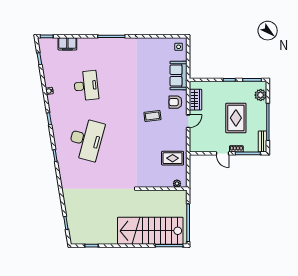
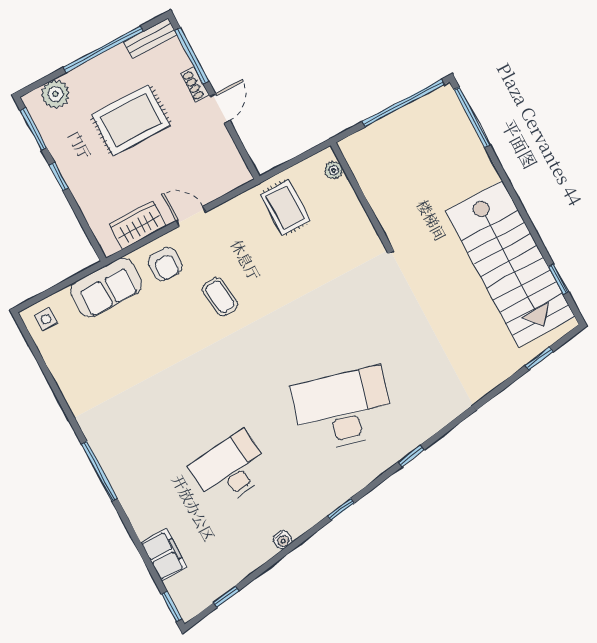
stairs: (150, 231) -> (510, 264), moved

